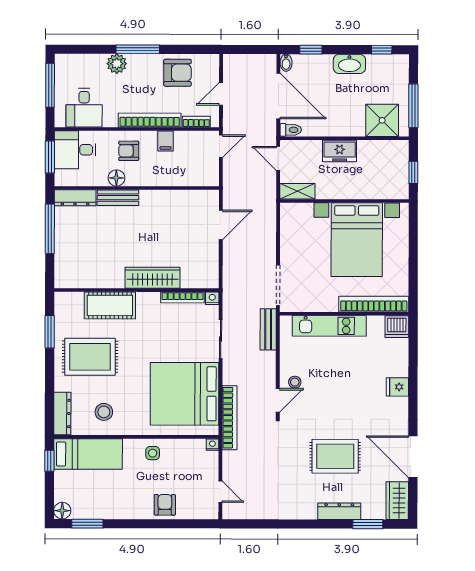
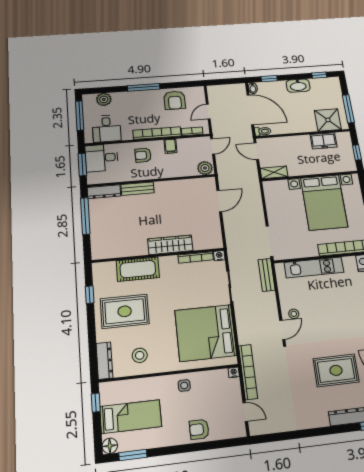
plant: (117, 64) -> (104, 99), moved
armchair: (178, 73) -> (175, 100), turned 90
freezer: (340, 151) -> (324, 141), moved
plant: (207, 177) -> (205, 168), added
floor lamp: (116, 178) -> (135, 175), removed
window: (50, 332) -> (90, 295), width x0.67
bookcase: (230, 418) -> (248, 372), moved
bed: (88, 454) -> (131, 417), moved
armchair: (165, 505) -> (199, 429), turned -90

